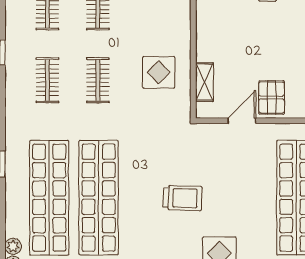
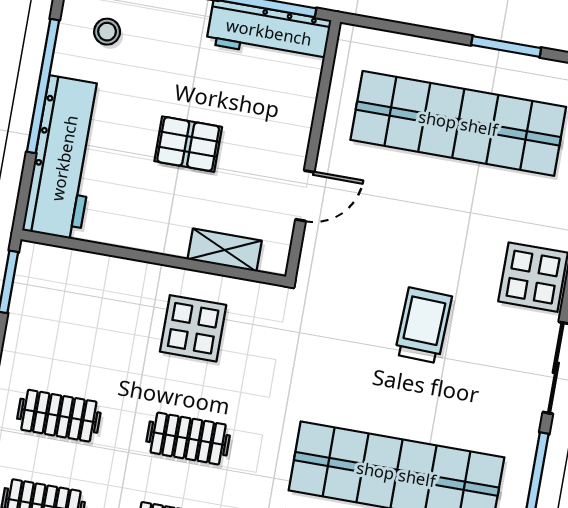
pallet: (272, 97) -> (188, 144), moved
door: (242, 121) -> (305, 196), swing flipped

